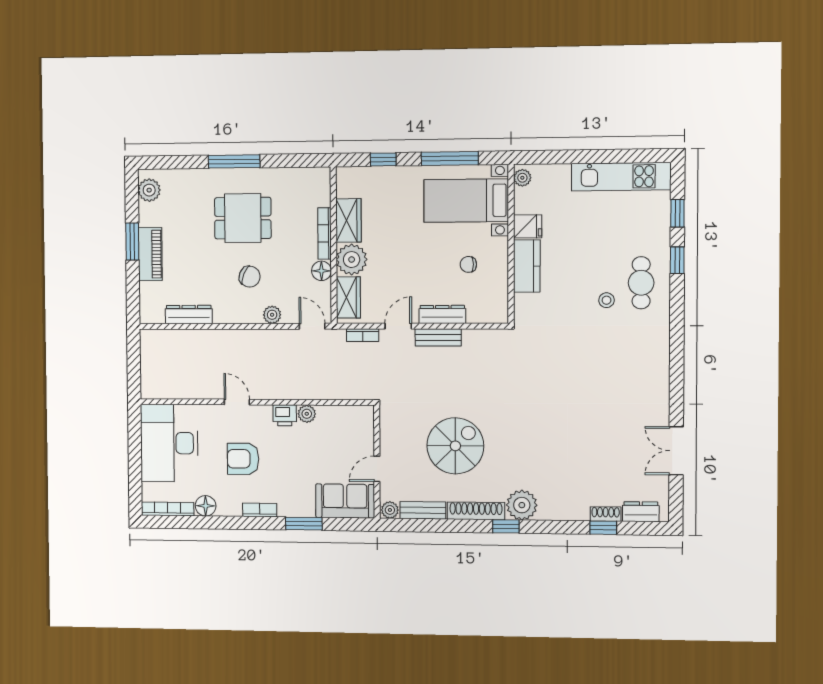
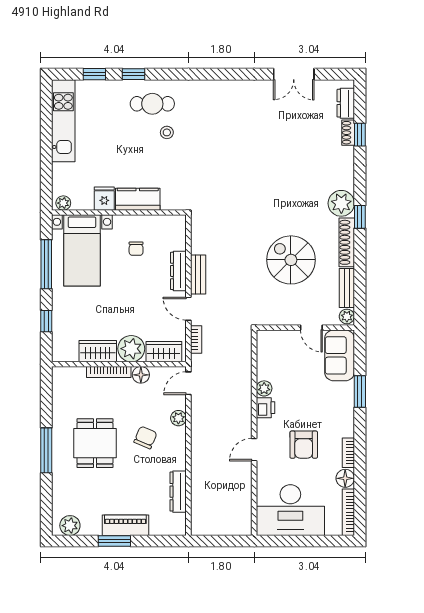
bookcase: (260, 510) -> (348, 453), moved

